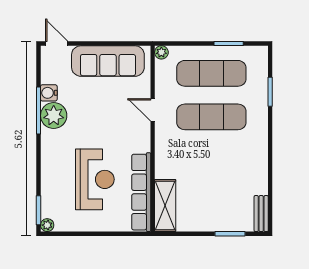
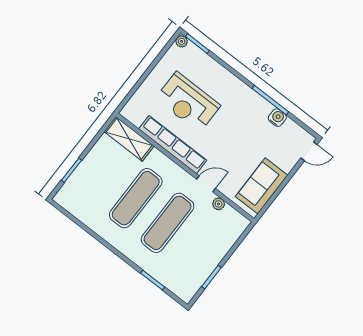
plant: (161, 52) -> (219, 204), moved
sofa: (108, 61) -> (262, 186), width x0.73
exercise mat: (211, 73) -> (136, 198), moved
plant: (54, 116) -> (258, 108), removed
row of seats: (141, 192) -> (173, 145), moved
bench: (261, 214) -> (69, 204), removed

